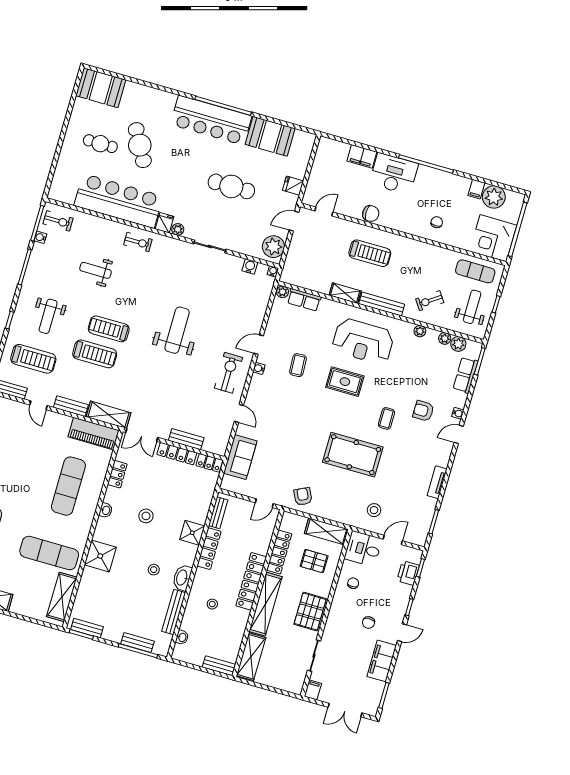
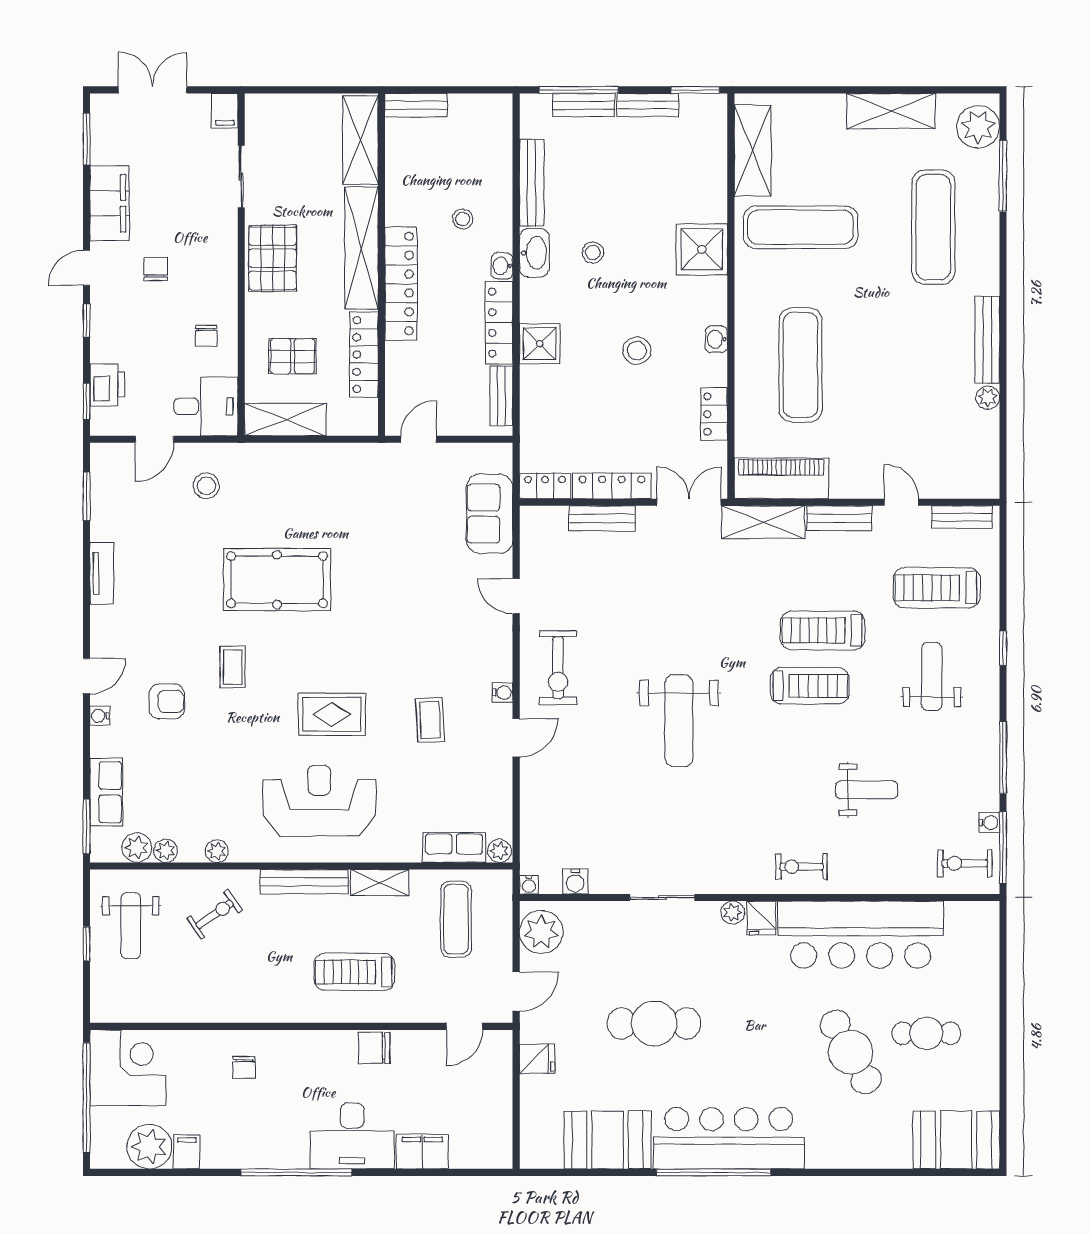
exercise mat: (475, 271) -> (456, 919), moved, turned 90
armchair: (303, 496) -> (349, 473), removed
bench: (87, 628) -> (648, 105), moved
washbasin: (182, 637) -> (502, 266), moved

